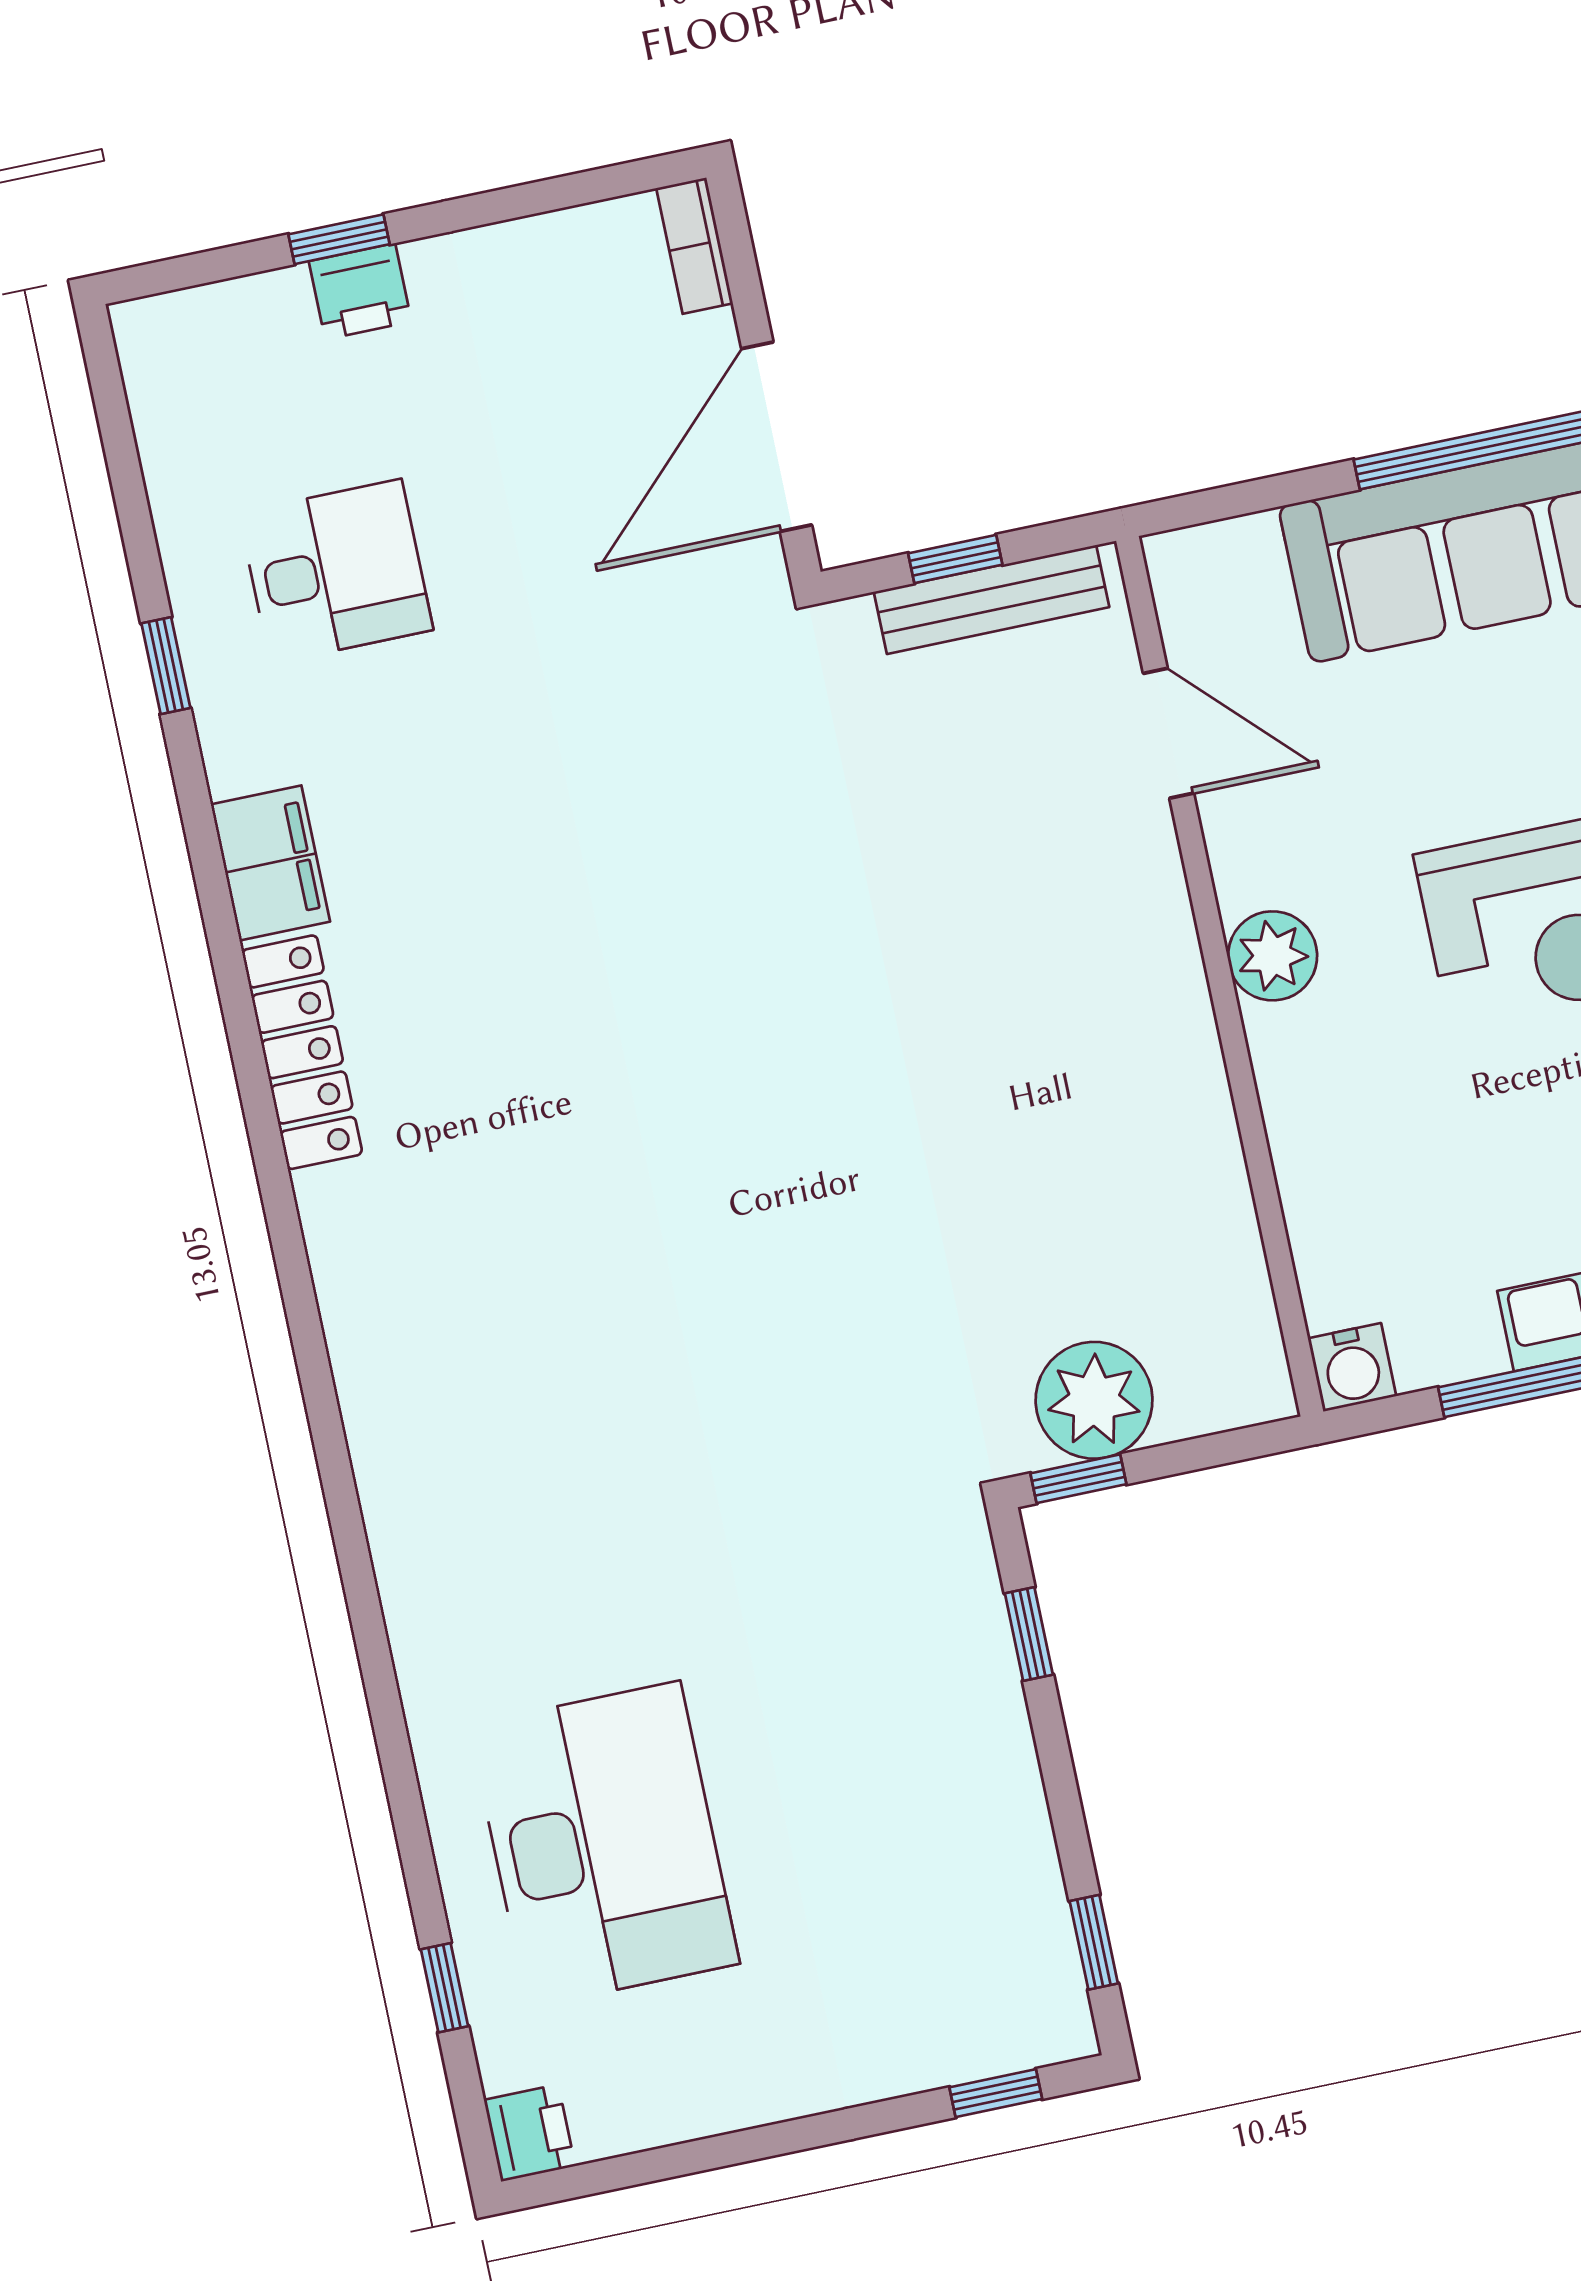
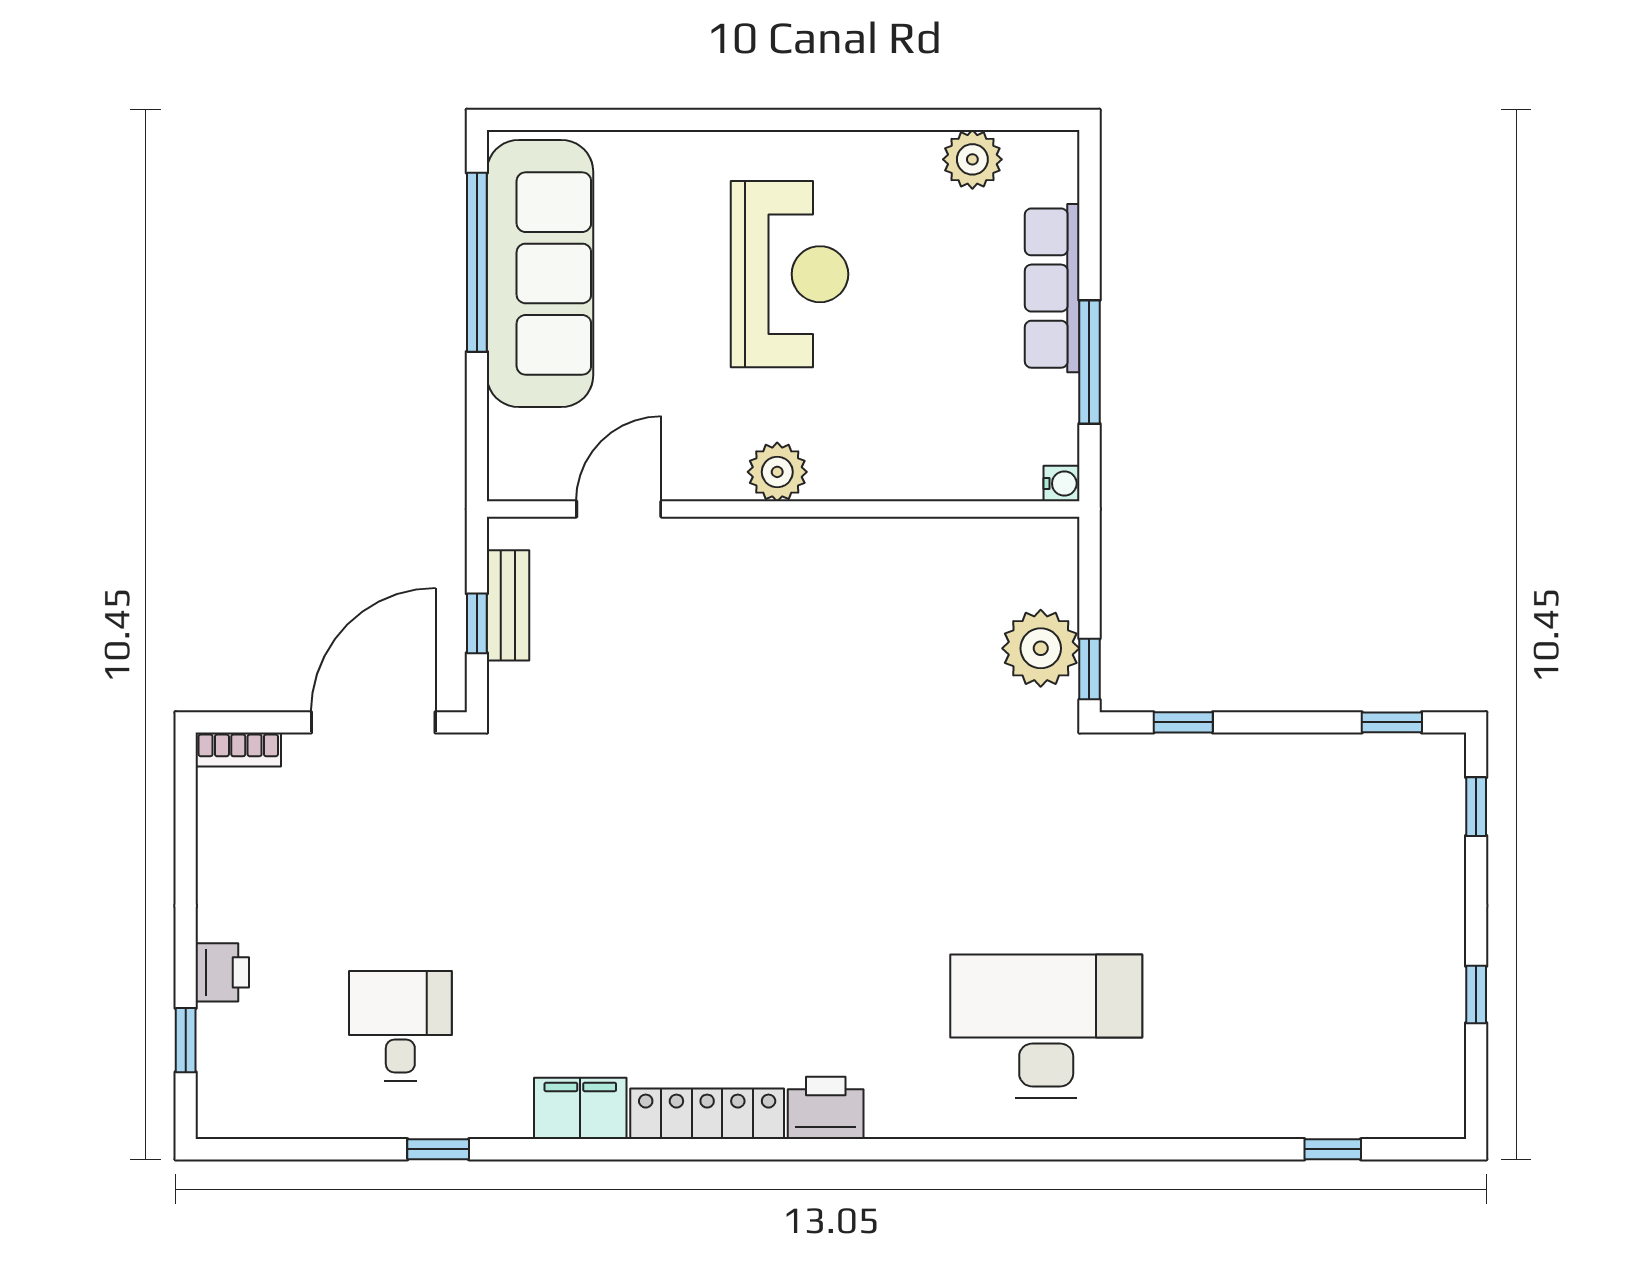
window: (339, 239) -> (186, 1040), moved
door: (777, 437) -> (373, 722), swing flipped
bench: (991, 599) -> (508, 605), width x0.73
water cooler: (1352, 1367) -> (1061, 484), width x0.72, depth x0.72
desk: (604, 1844) -> (1046, 1026), moved
printer: (530, 2133) -> (826, 1108), moved, width x1.36, depth x1.24
window: (718, 2152) -> (1476, 995), added

